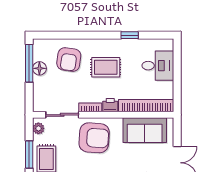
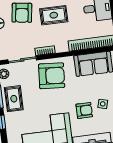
printer: (110, 105) -> (62, 47), removed

